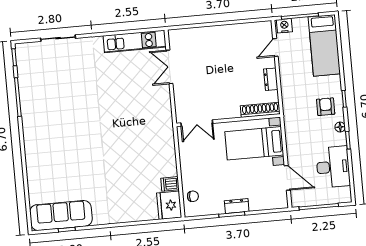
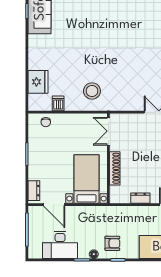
shoe rack: (260, 110) -> (115, 168), moved
stool: (152, 146) -> (92, 91), added
door: (287, 178) -> (54, 205), hinge flipped
fridge: (169, 205) -> (38, 82), moved, turned 90
dresser: (237, 206) -> (34, 191), moved

